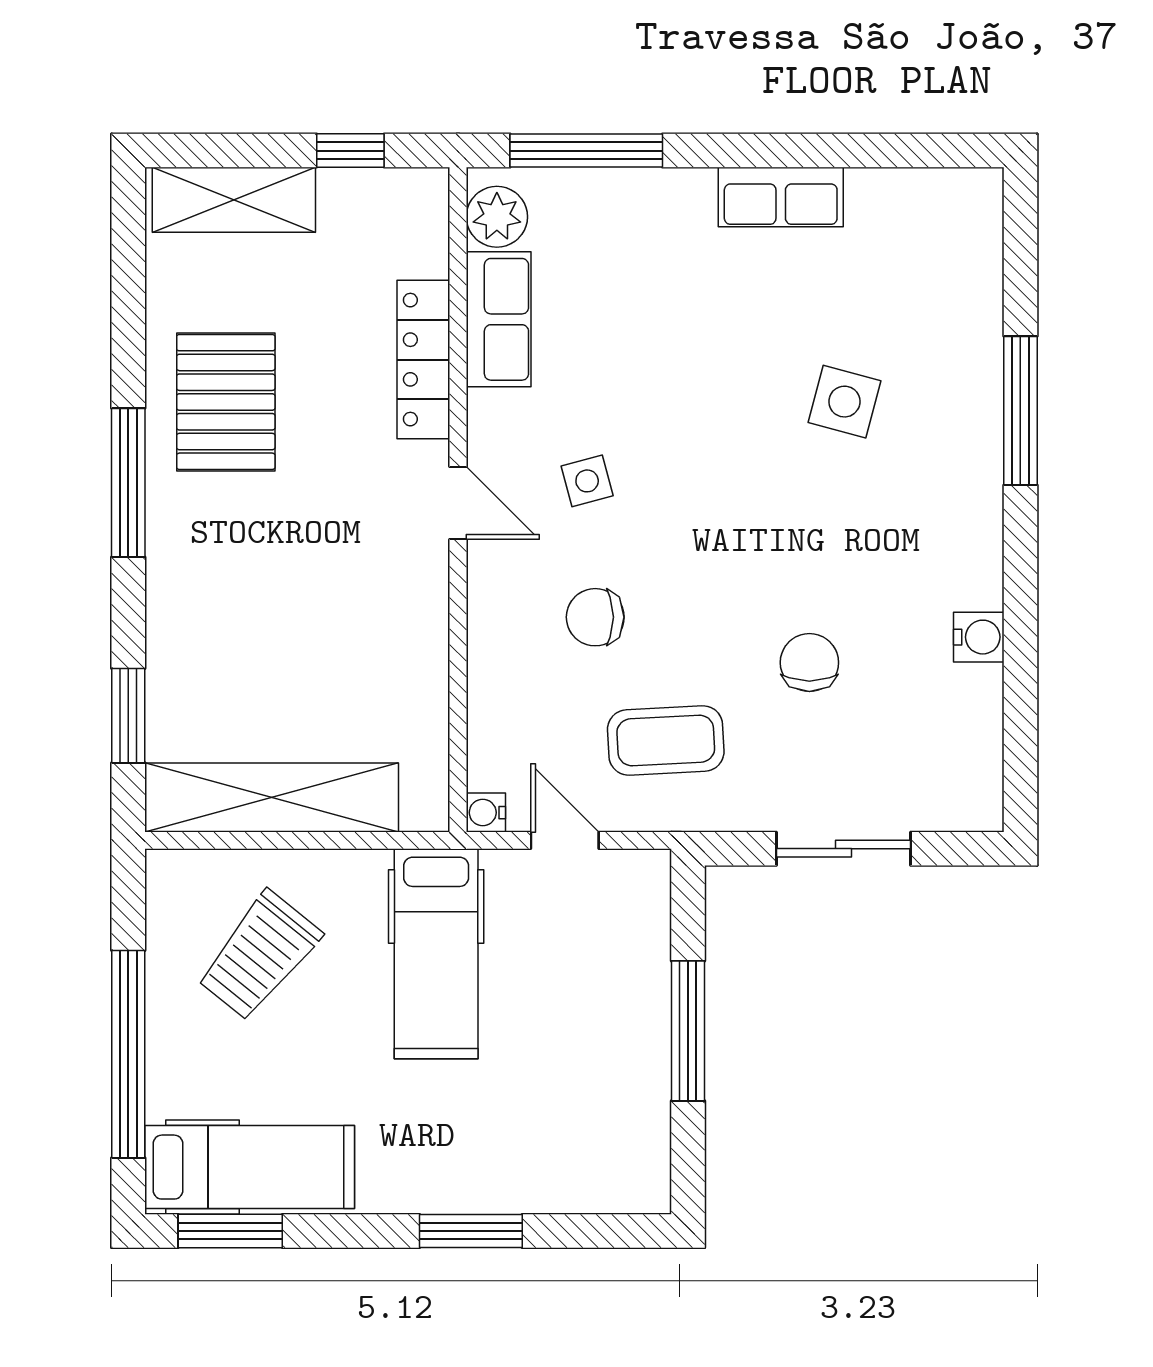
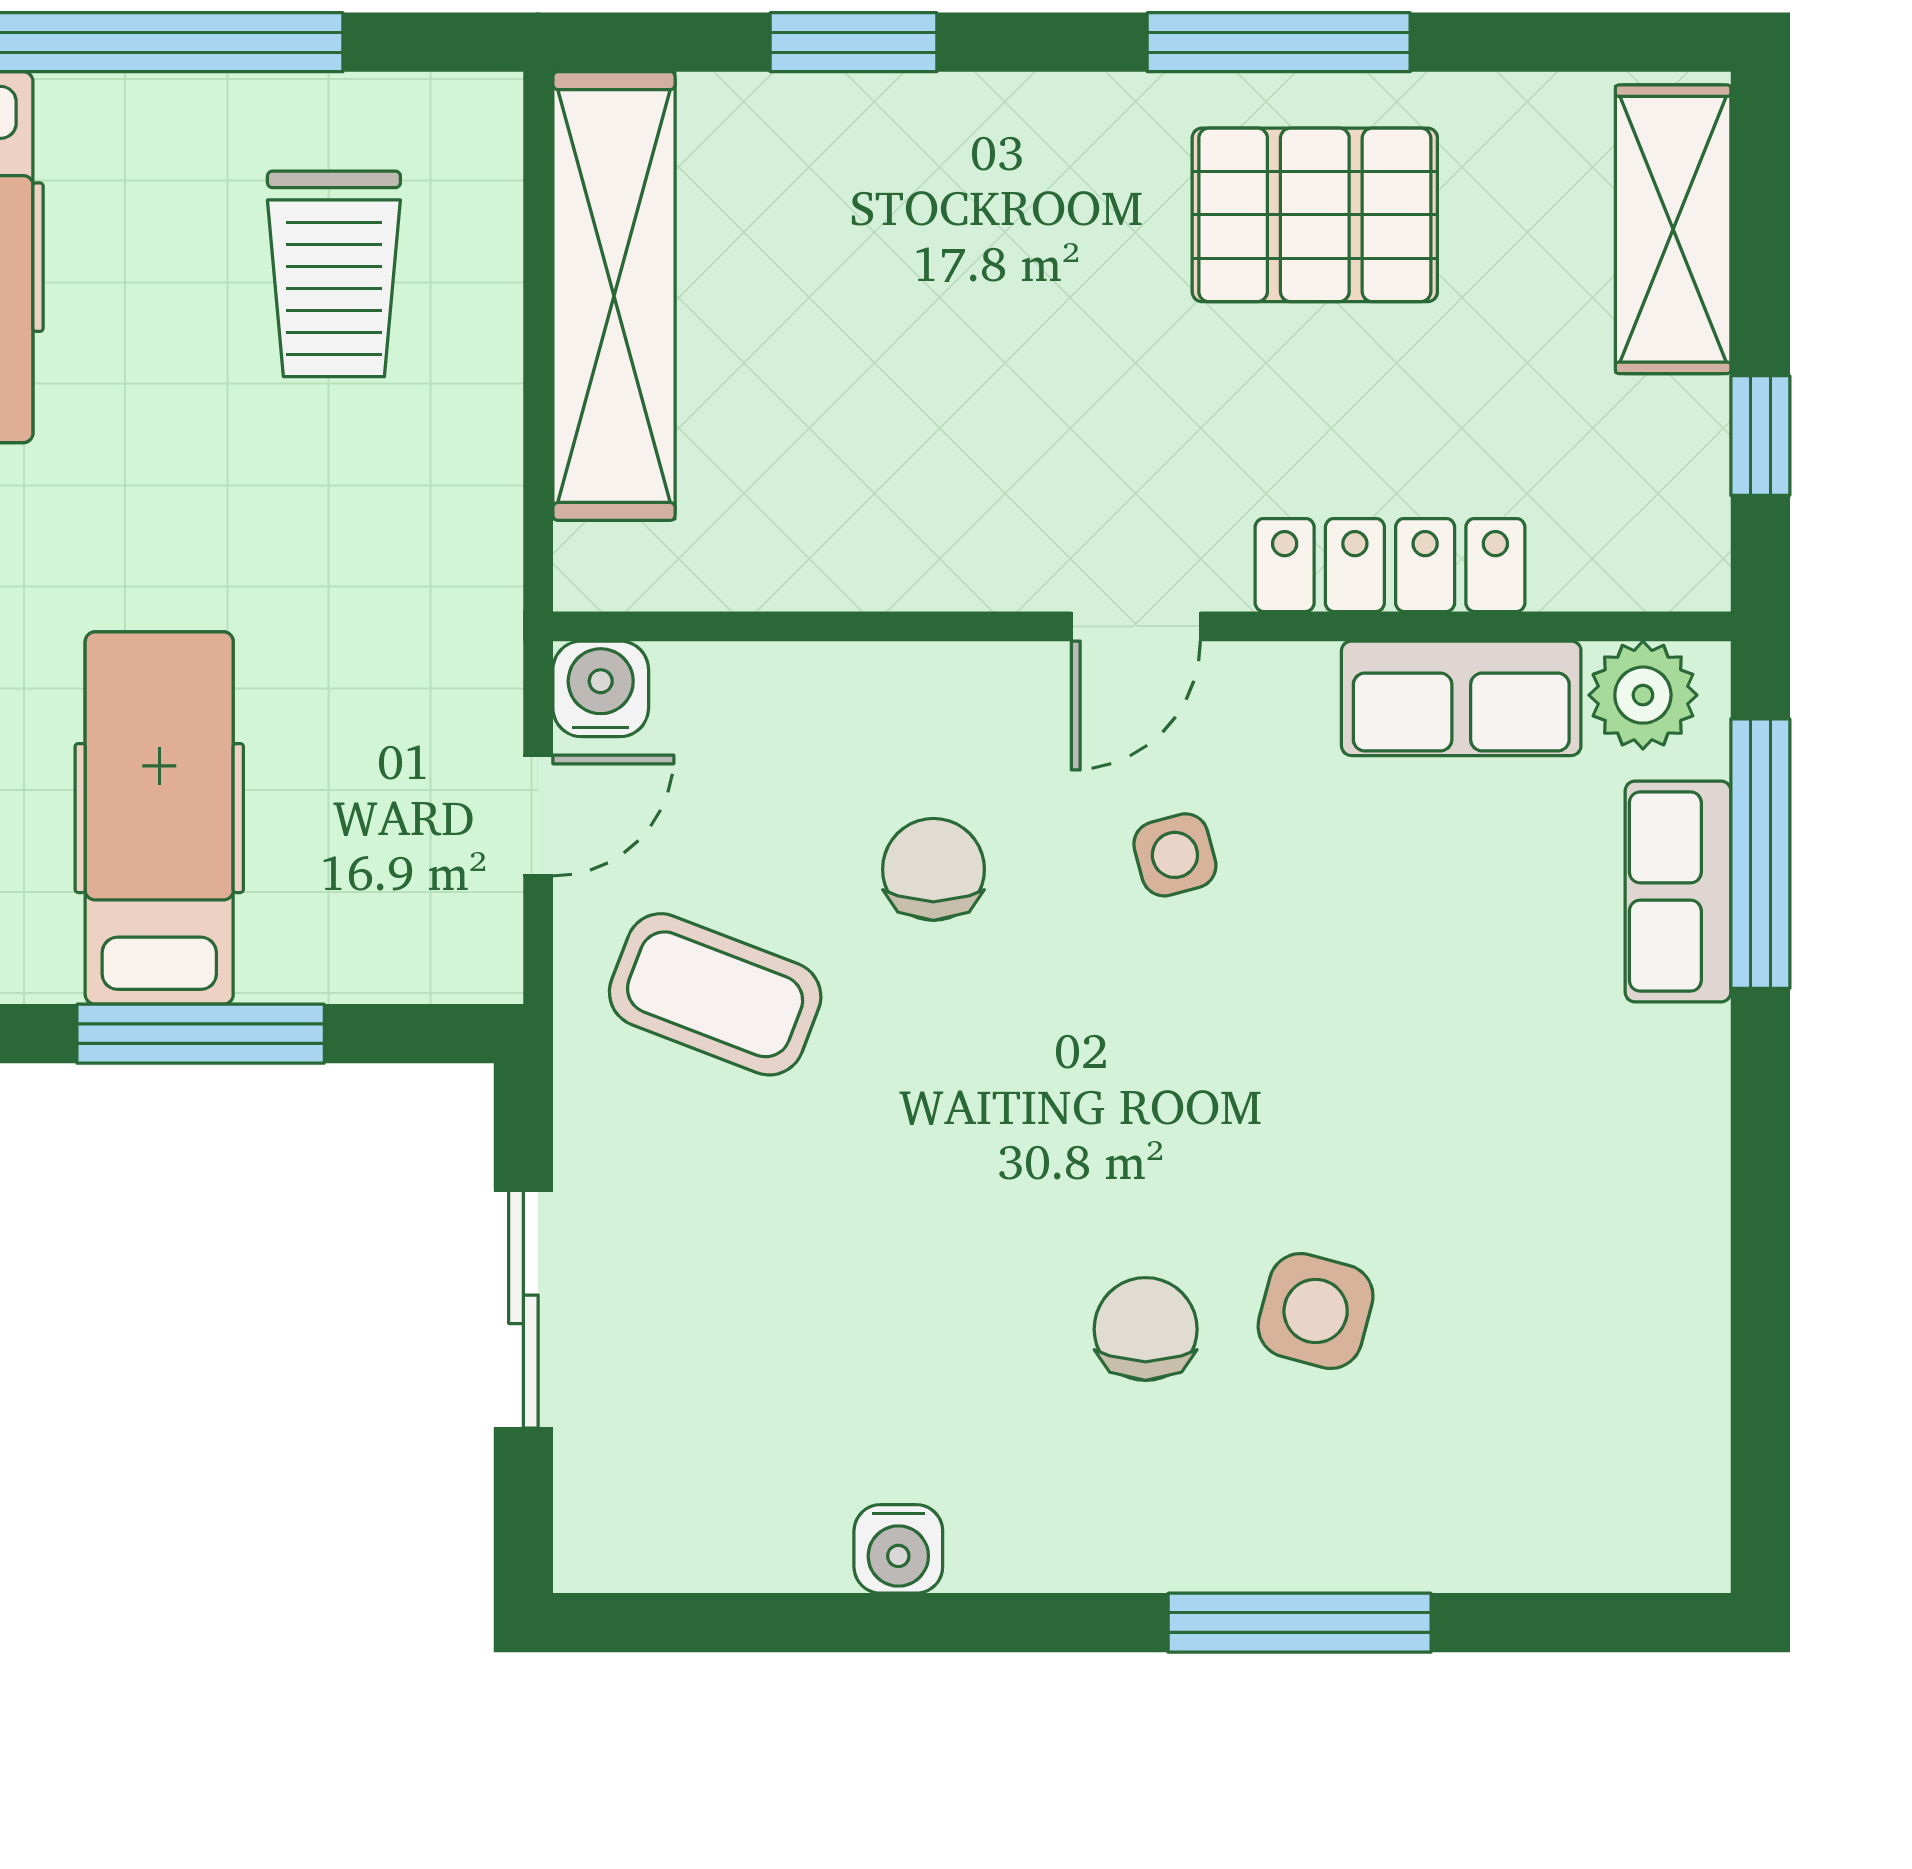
row of seats: (781, 197) -> (1678, 891), moved
window: (128, 483) -> (1279, 42), moved
chair: (809, 663) -> (1146, 1329), moved, turned -90
window: (128, 716) -> (853, 42), moved
coffee table: (666, 740) -> (715, 994), turned -66
water cooler: (486, 813) -> (601, 689), width x1.38, depth x1.38
hospital bed: (436, 954) -> (159, 818), moved, turned 90
trolley: (259, 956) -> (334, 274), turned -129

